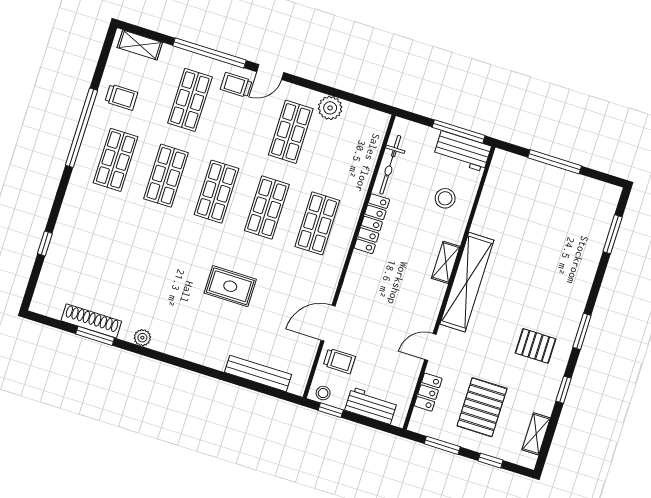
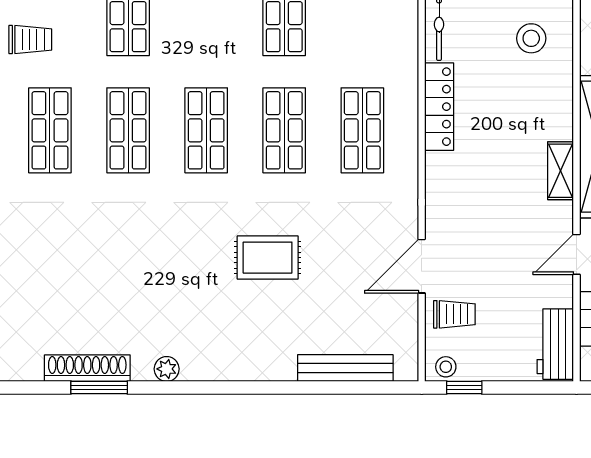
shelving: (446, 262) -> (561, 171), moved
workbench: (371, 406) -> (555, 344), moved, turned -90

